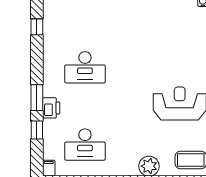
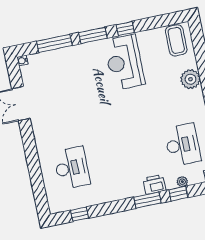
desk: (85, 67) -> (72, 168), moved
plant: (48, 137) -> (182, 182), added

